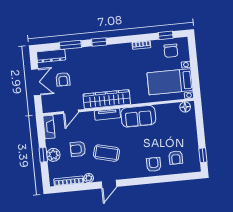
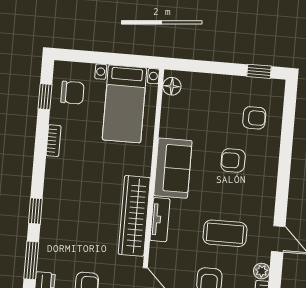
coffee table: (107, 153) -> (225, 233), turned 76
armchair: (154, 164) -> (233, 160), moved

